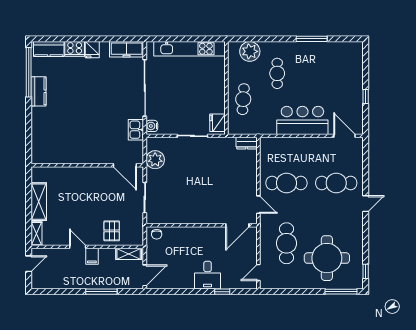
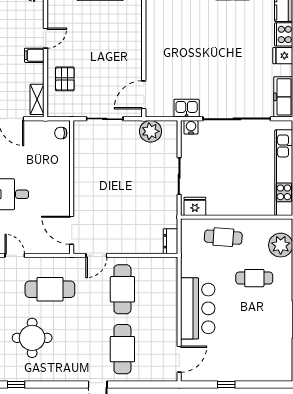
pallet: (112, 231) -> (65, 79), turned 90
round table: (327, 258) -> (32, 338), width x0.73, depth x0.73

